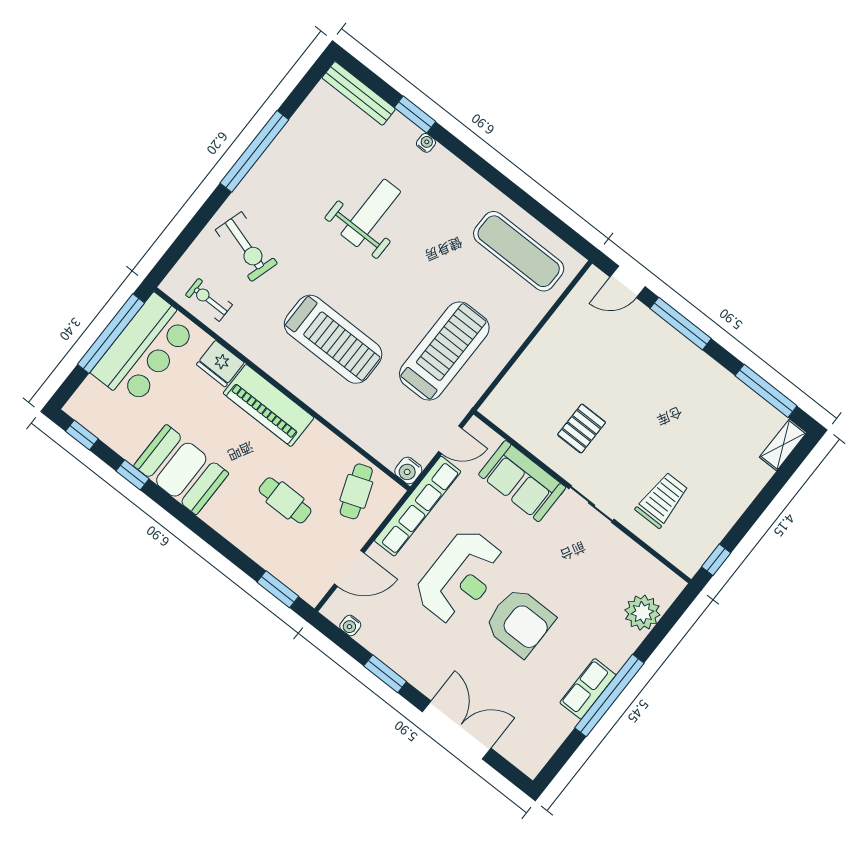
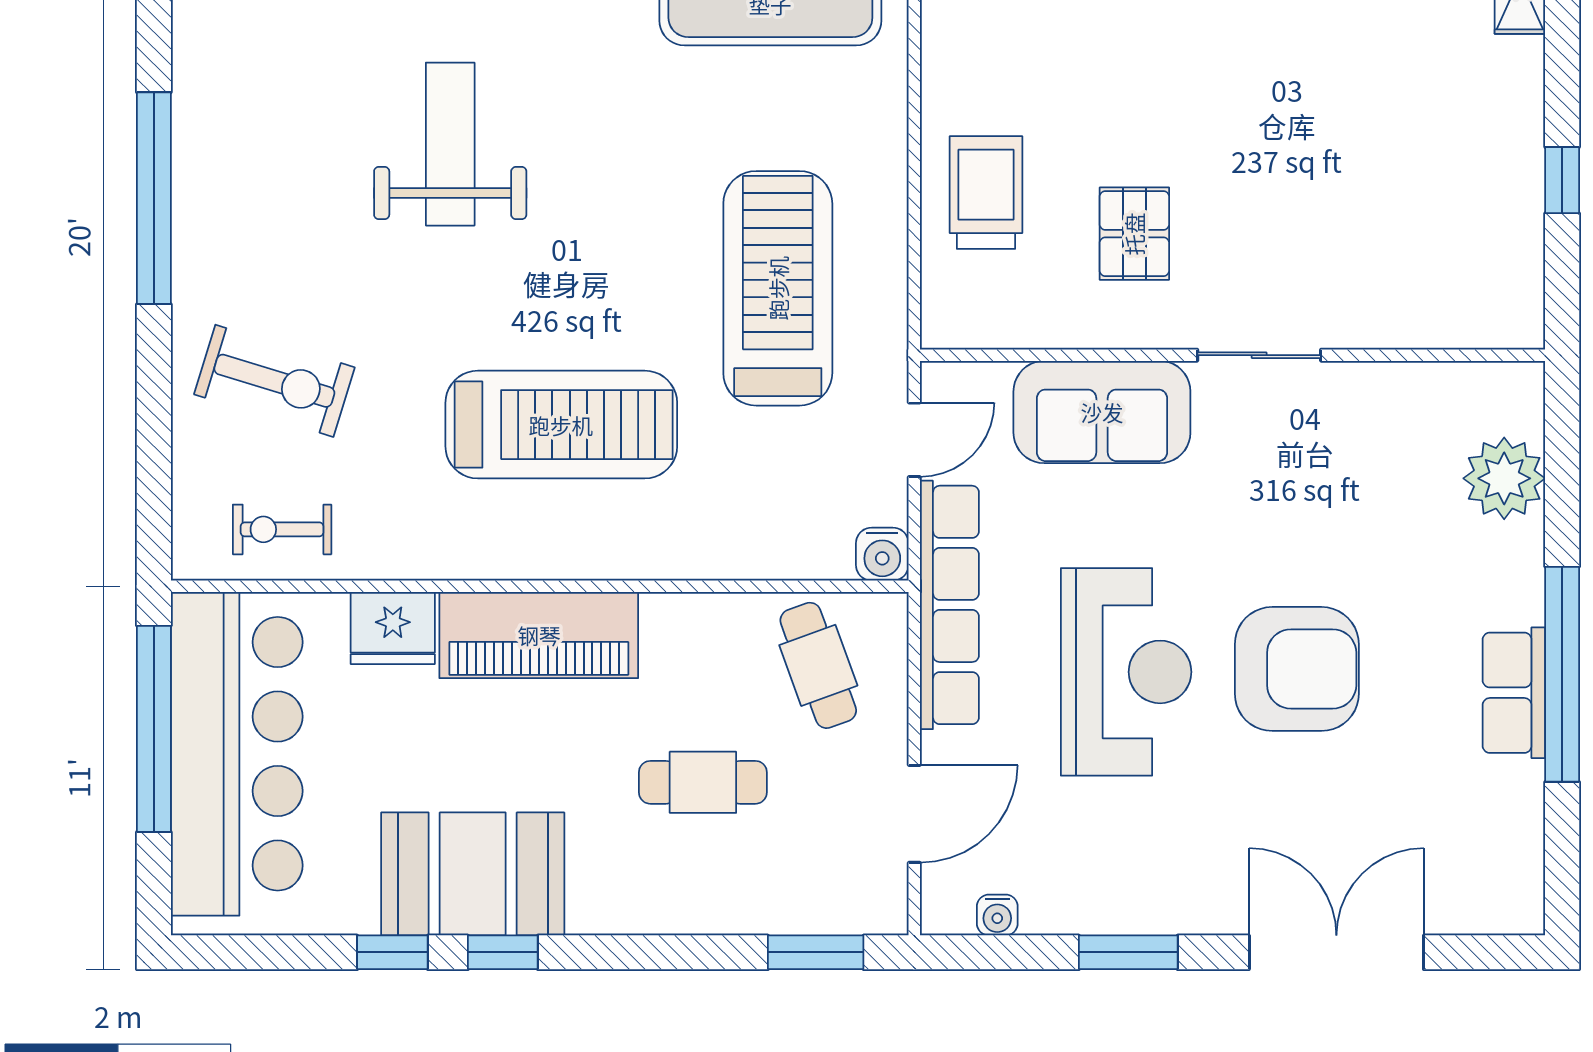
bar counter: (144, 350) -> (237, 754), width x1.36
window: (82, 435) -> (503, 952), moved
trolley: (662, 500) -> (986, 193), moved
window: (716, 560) -> (1562, 180), moved

